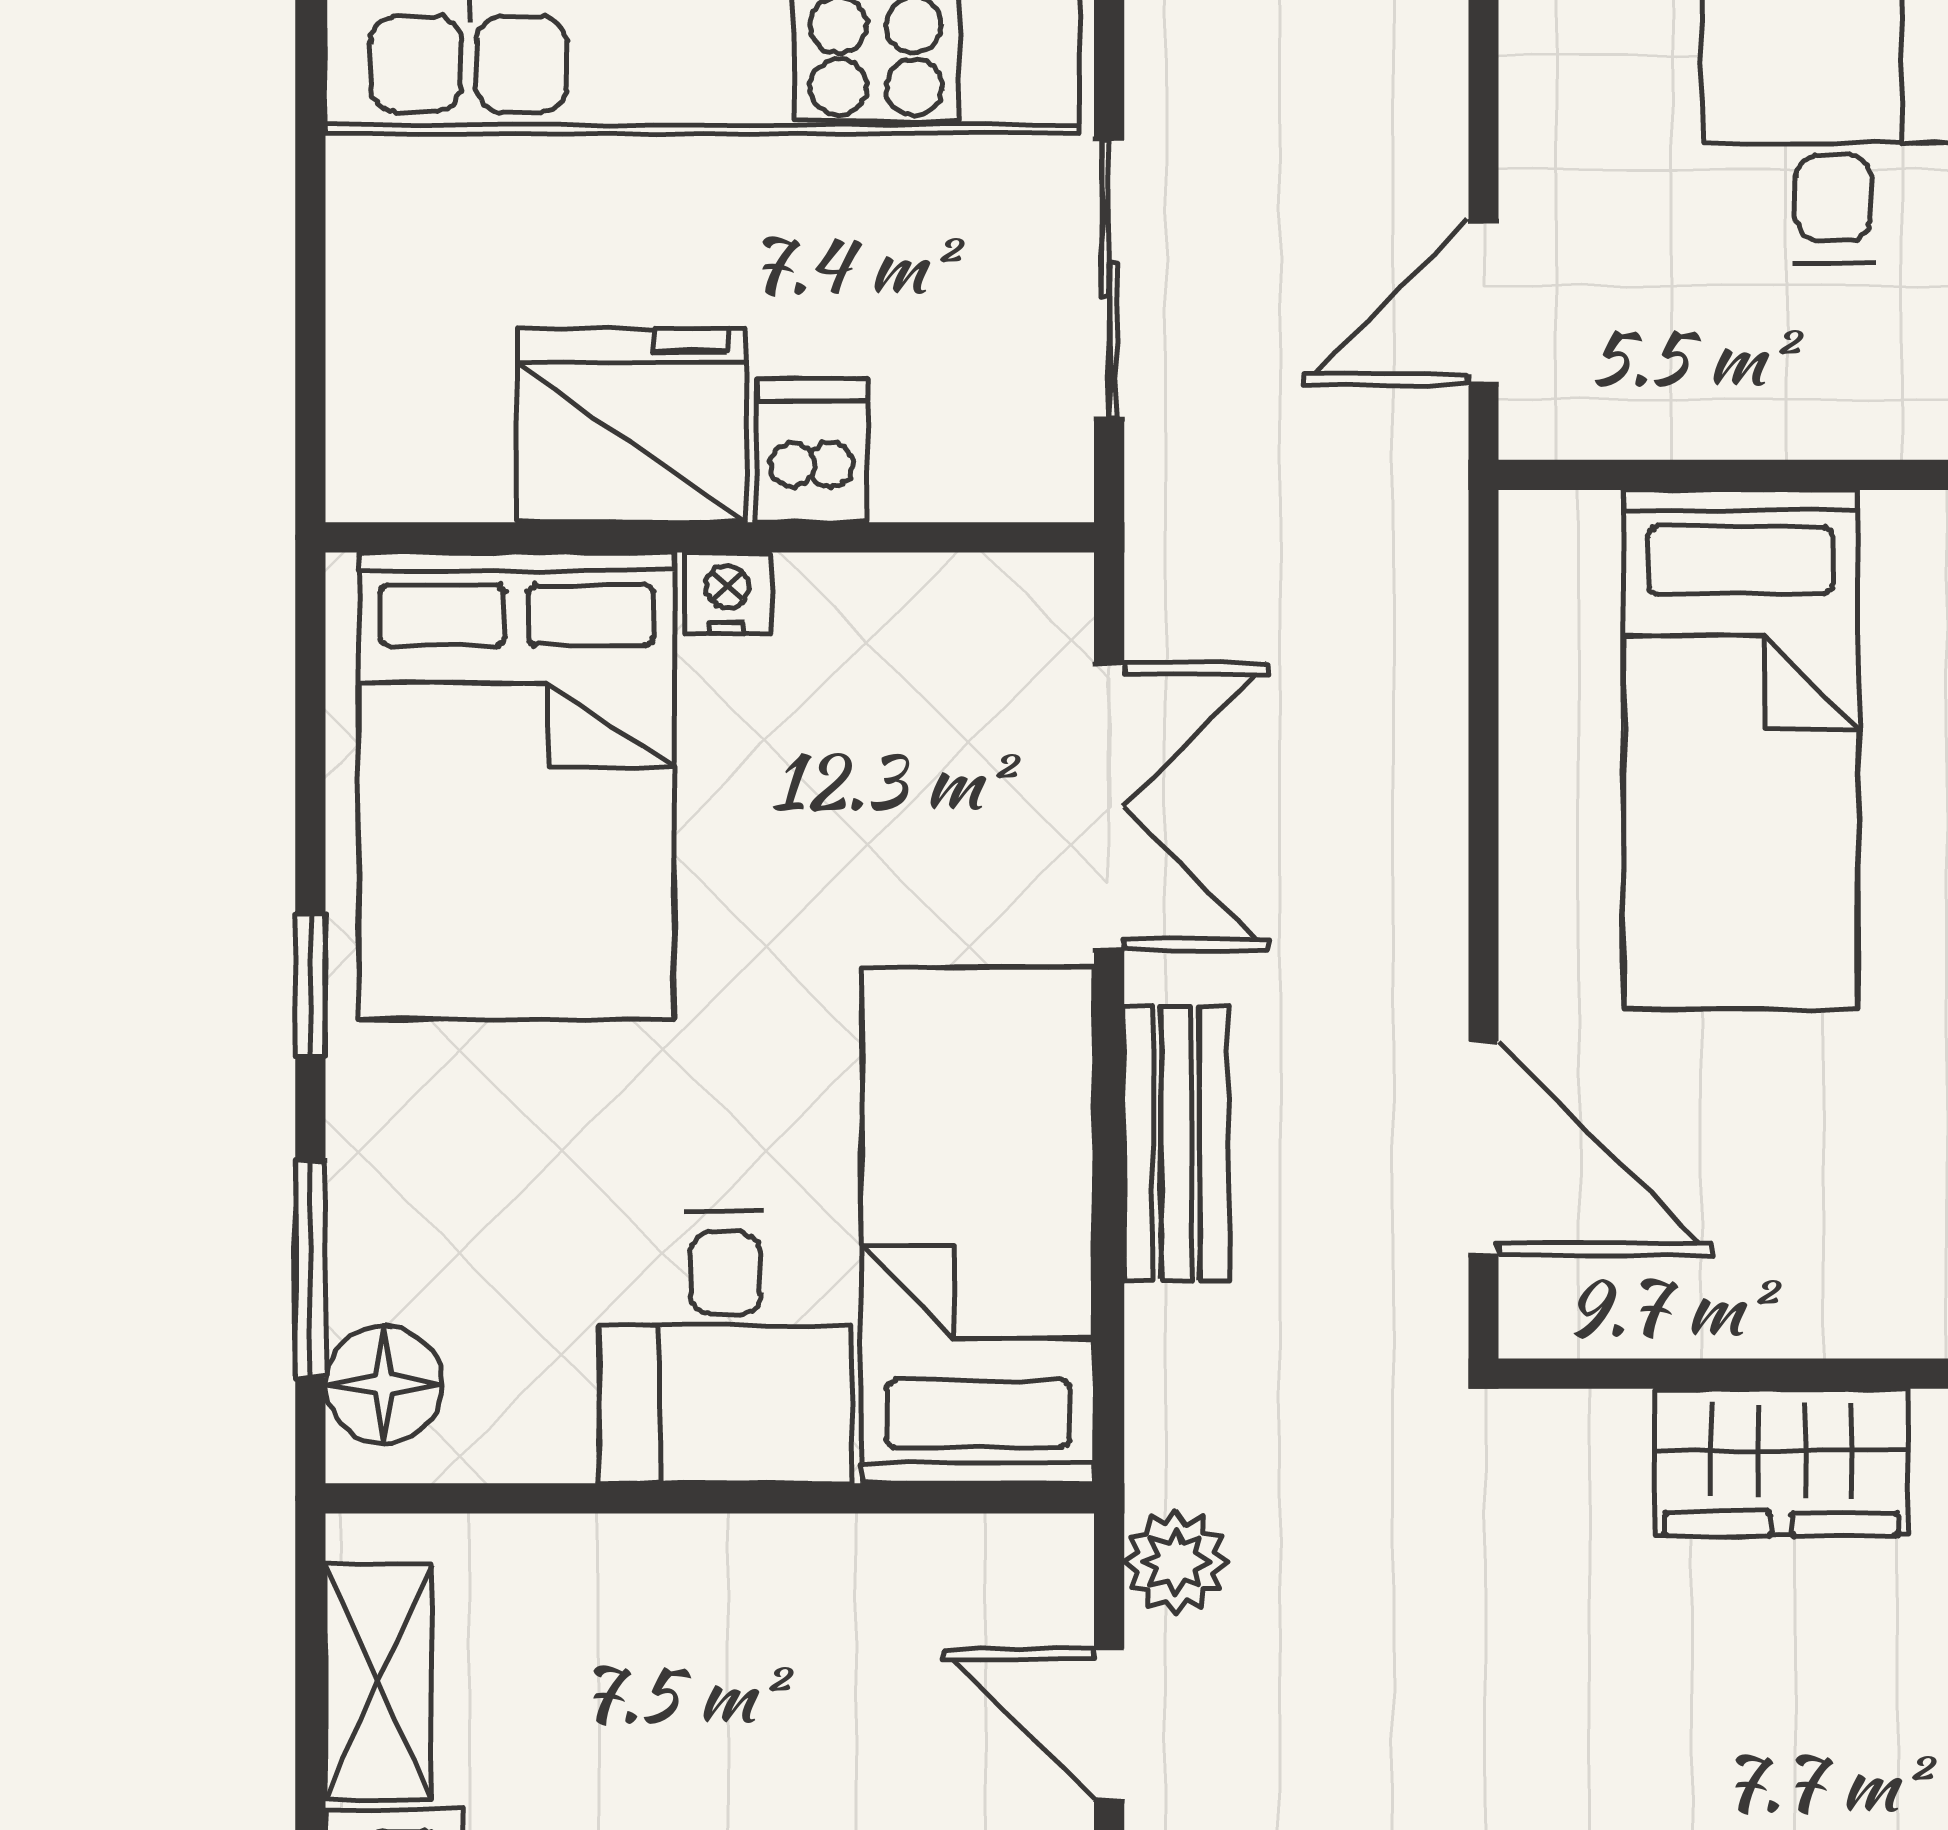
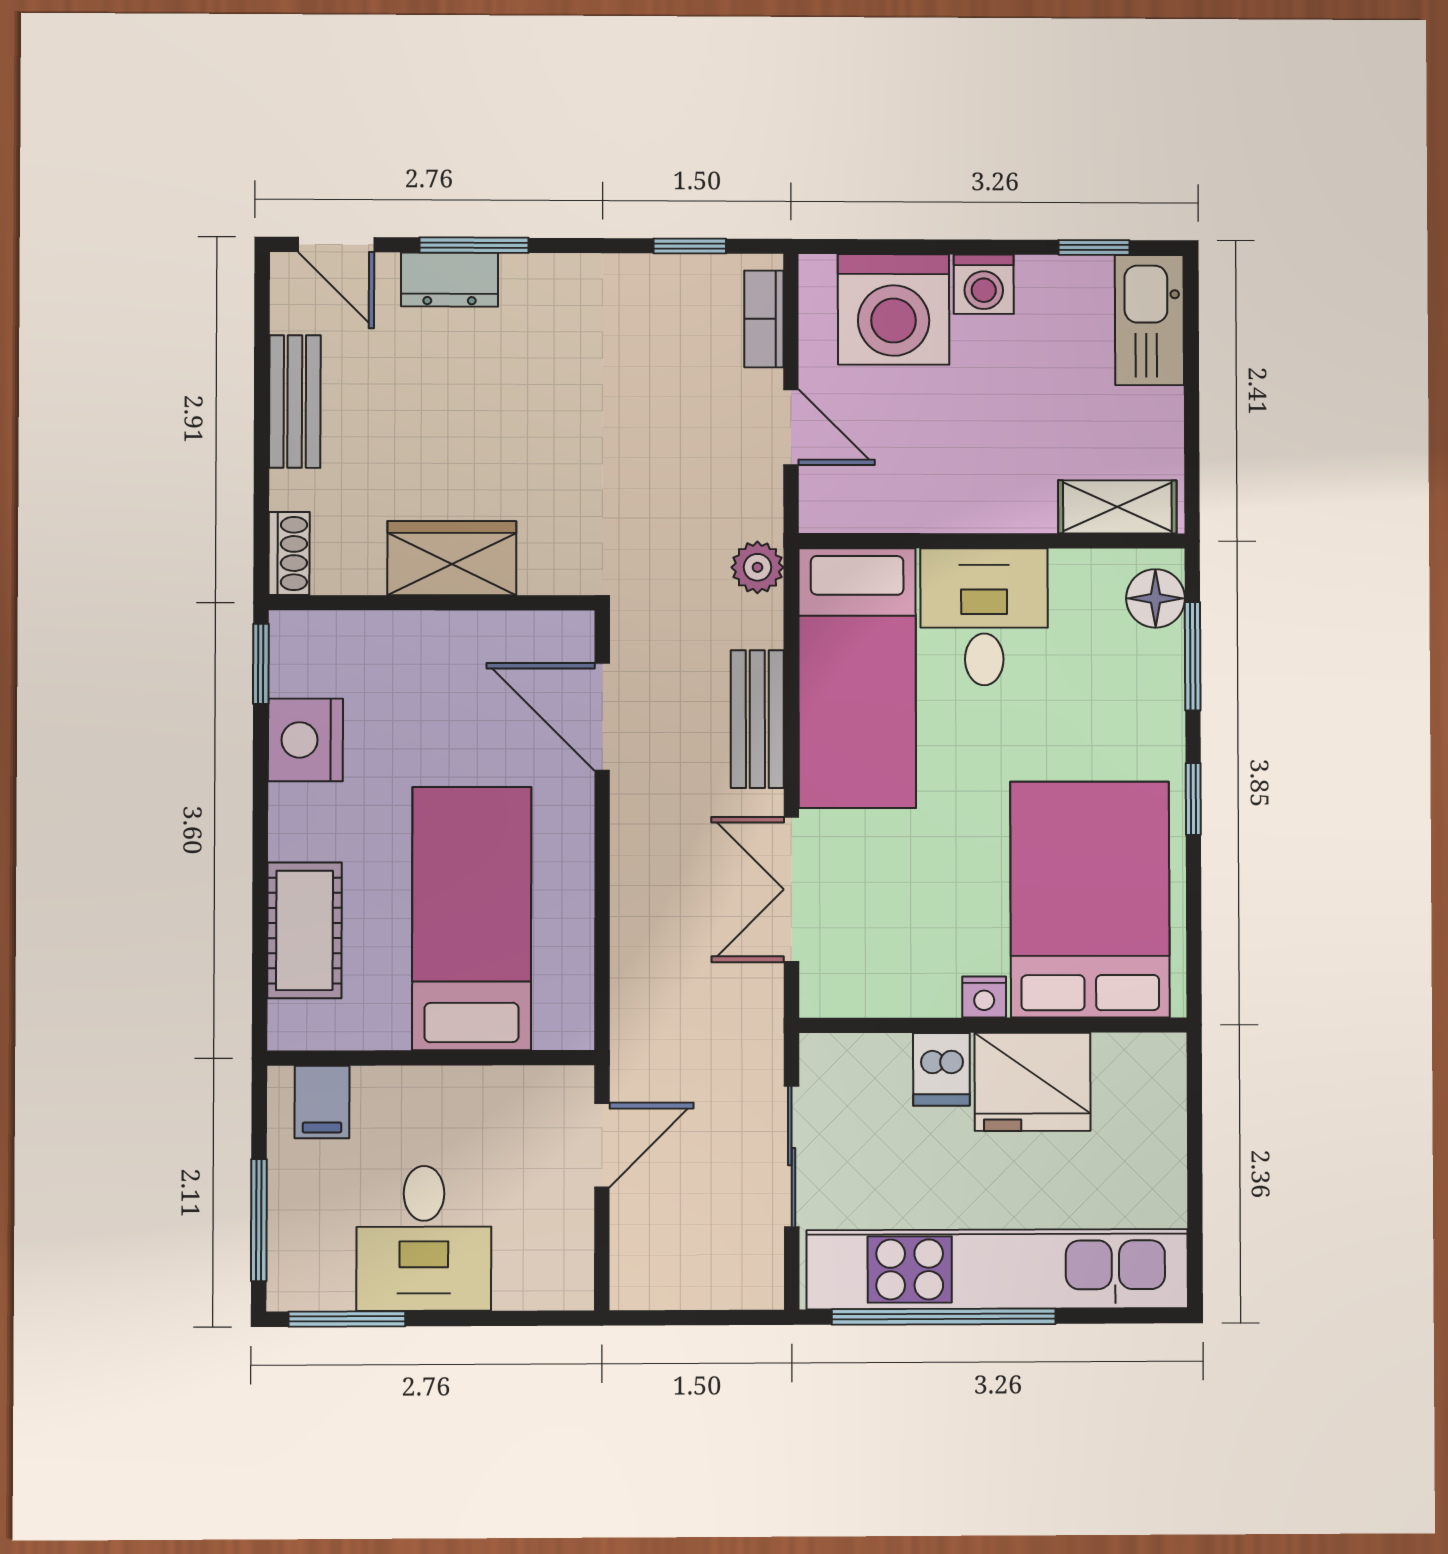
plant: (1176, 1562) -> (757, 567), moved
shelving: (378, 1682) -> (1117, 507), moved, turned 90

